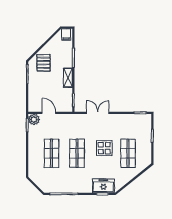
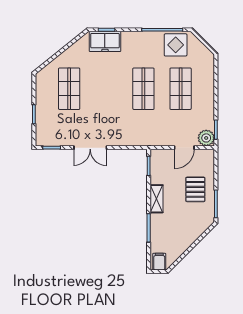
pallet: (44, 63) -> (195, 189), moved
door: (49, 113) -> (184, 148), hinge flipped
double door: (98, 113) -> (90, 148), moved
display table: (104, 148) -> (176, 45), moved

